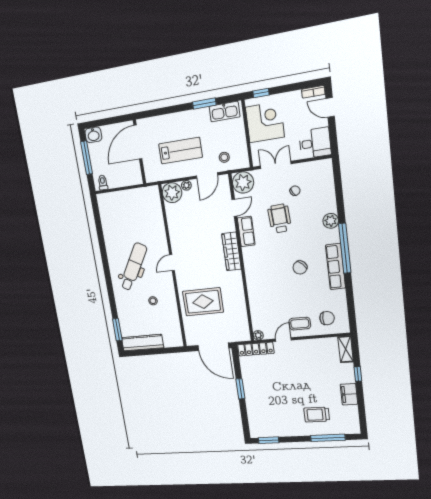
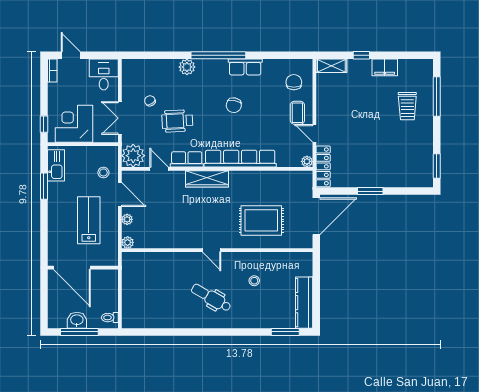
door: (330, 107) -> (71, 55), swing flipped
washbasin: (93, 135) -> (77, 320), moved, turned -90
plant: (172, 193) -> (128, 242), width x0.53, depth x0.53
dental chair: (133, 267) -> (211, 298), width x0.73, depth x0.72
chair: (300, 267) -> (234, 105), turned 57
row of seats: (336, 267) -> (245, 67), width x0.68
row of seats: (253, 278) -> (240, 159), added
rug: (203, 302) -> (261, 220), turned 90

